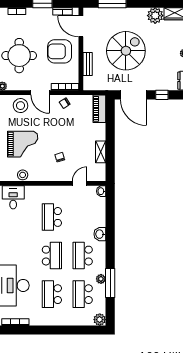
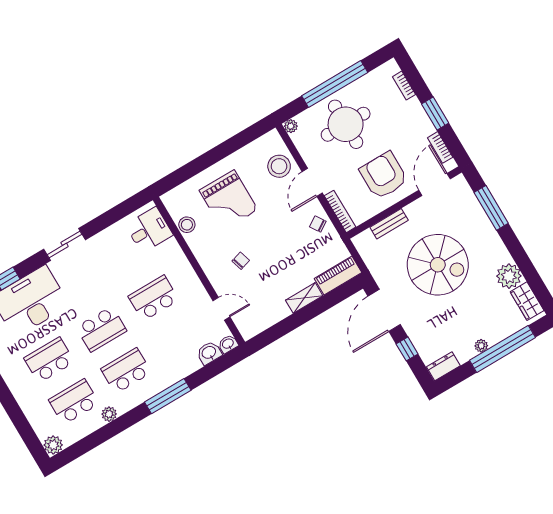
shelving: (101, 152) -> (304, 298), moved
washbasin: (100, 234) -> (209, 353), moved
window: (110, 283) -> (168, 396), moved

